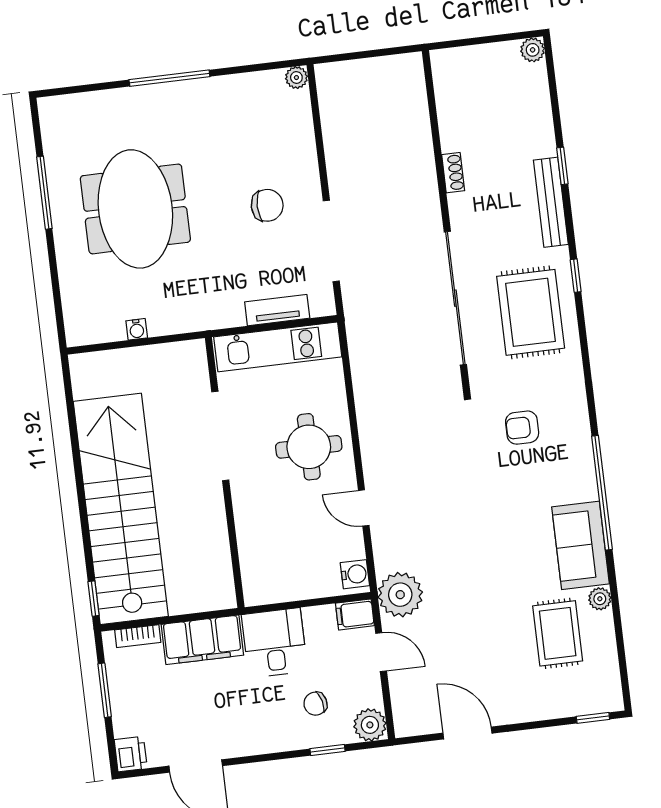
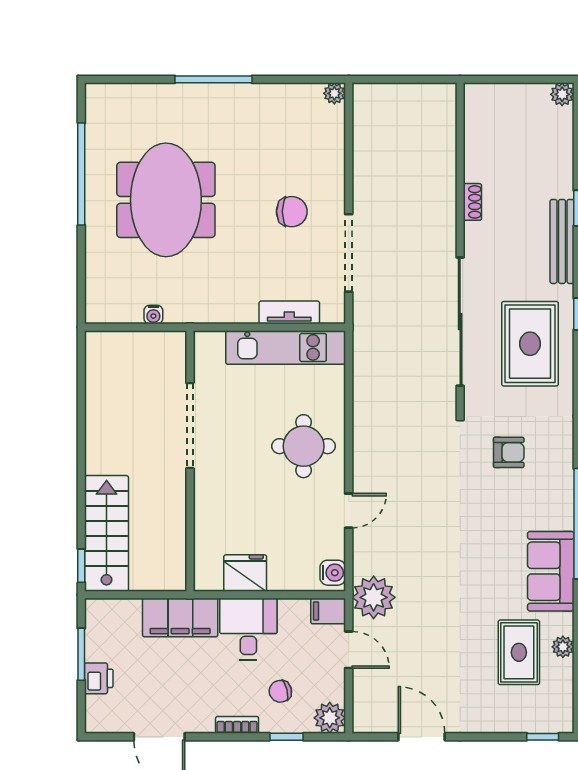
window: (44, 193) -> (81, 174), width x1.46
armchair: (522, 428) -> (509, 452), turned 180
doorway: (220, 436) -> (190, 426), moved
wall: (225, 473) -> (190, 461), moved
door: (364, 508) -> (349, 511), swing flipped
stairs: (121, 509) -> (107, 533), width x0.54, depth x0.66
fridge: (264, 586) -> (245, 573), added
plant: (600, 599) -> (563, 647), moved
bookcase: (138, 636) -> (237, 725), moved, turned 180
printer: (131, 754) -> (99, 678), moved

